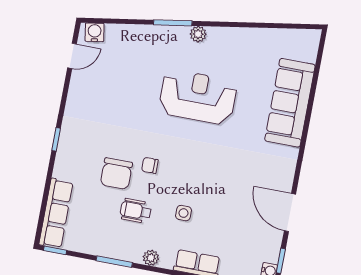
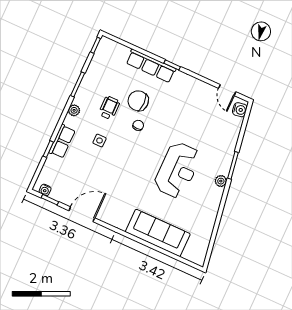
row of seats: (56, 213) -> (151, 66), moved

